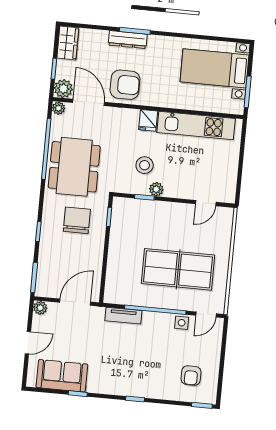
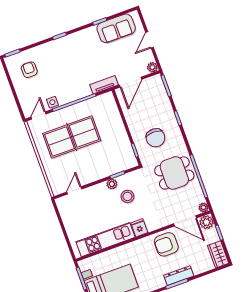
dining table: (74, 167) -> (174, 173), width x0.73
tv unit: (123, 316) -> (104, 85), moved

